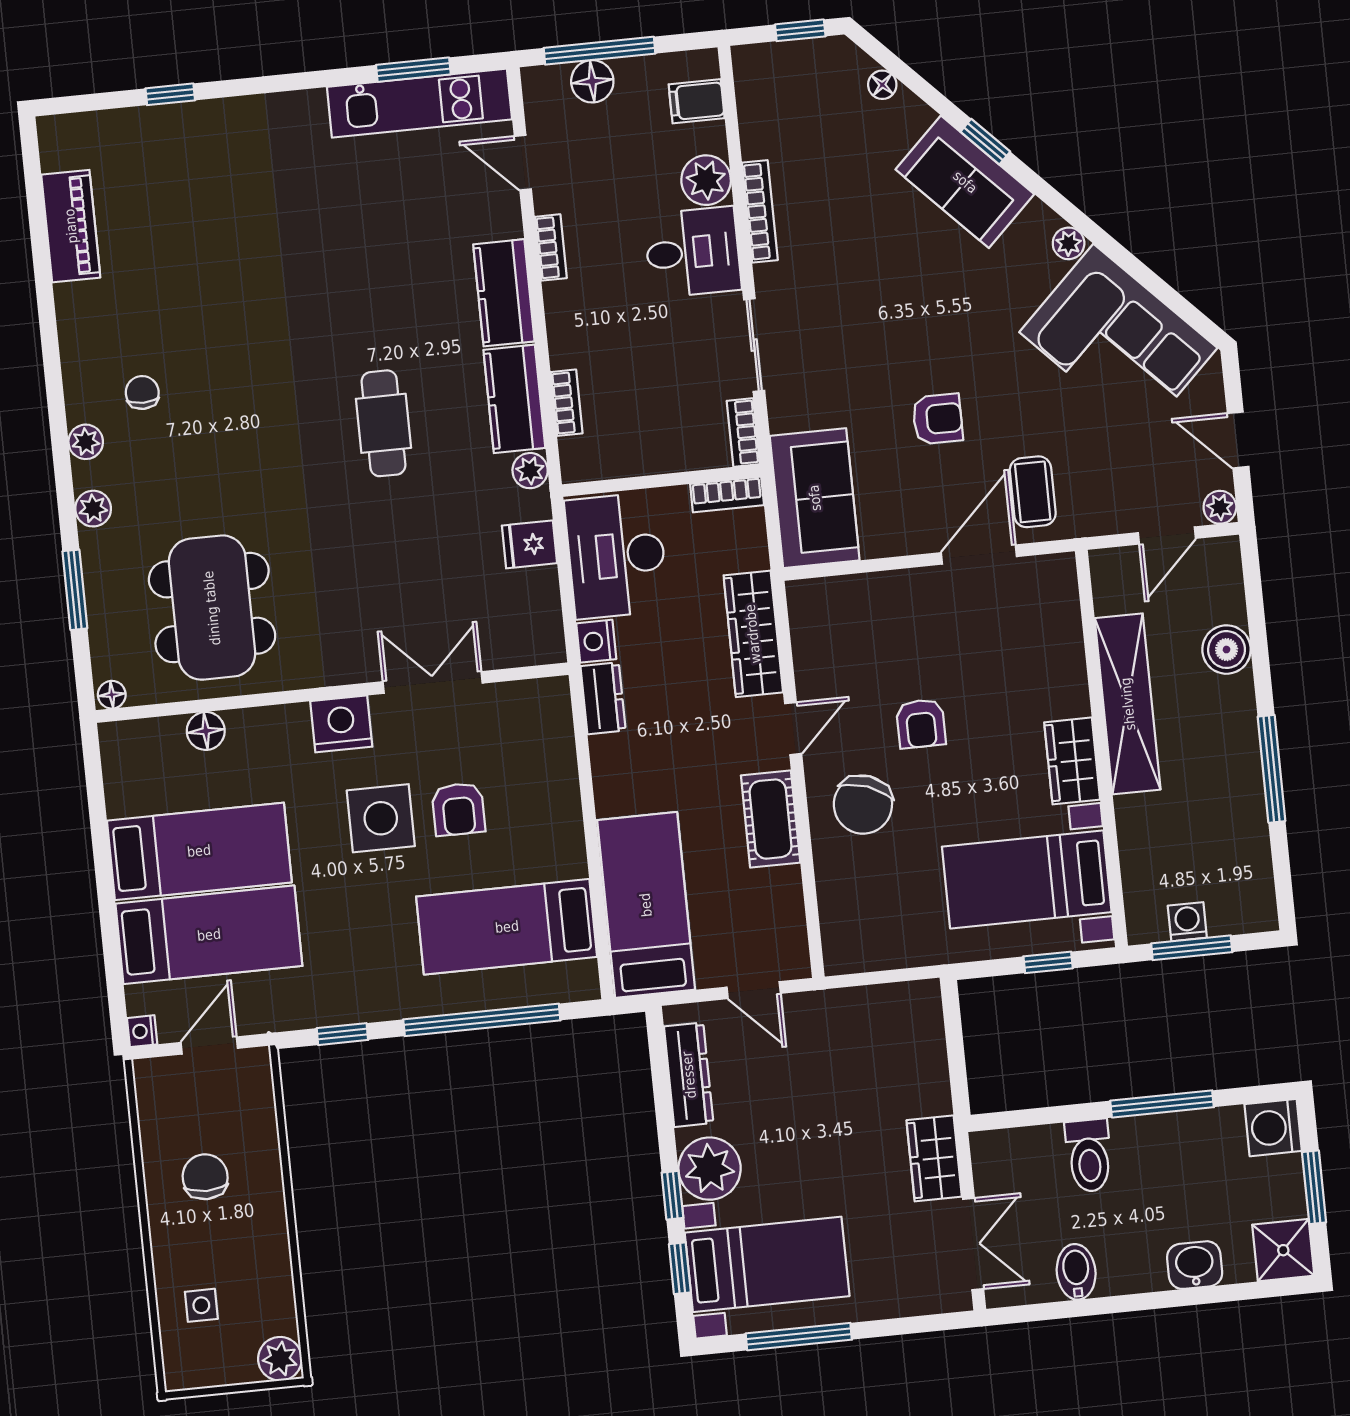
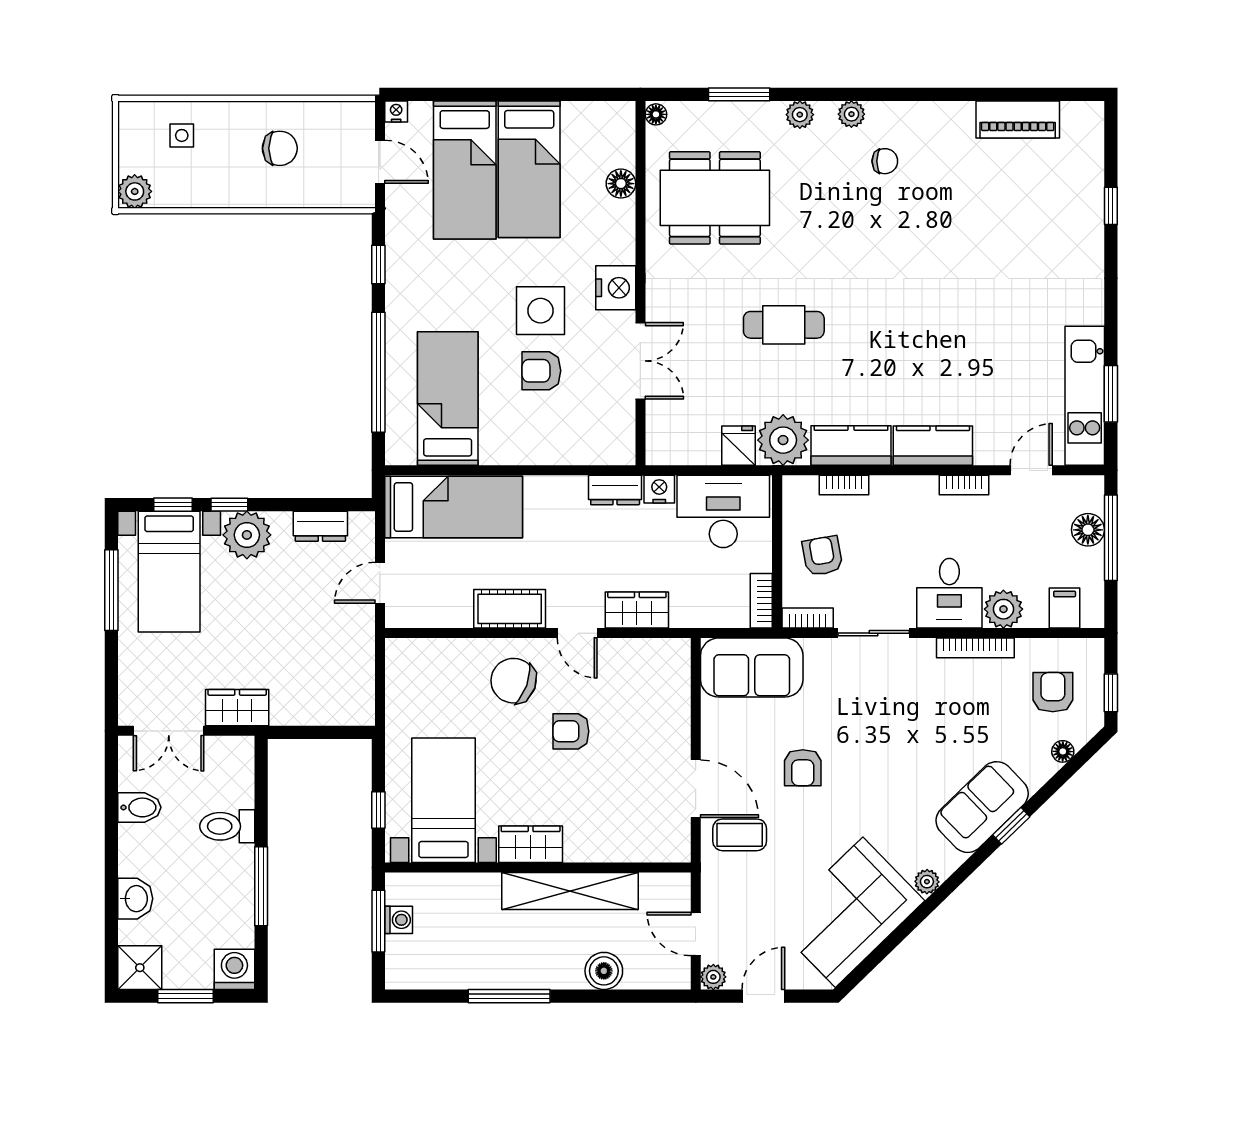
armchair: (807, 105) -> (1053, 692), added
armchair: (661, 421) -> (822, 556), added
cafe table: (383, 423) -> (784, 325), moved
plant: (530, 471) -> (783, 440), width x1.88, depth x1.88
wardrobe: (753, 634) -> (637, 610), width x0.67
dresser: (689, 1075) -> (320, 526), width x0.70

